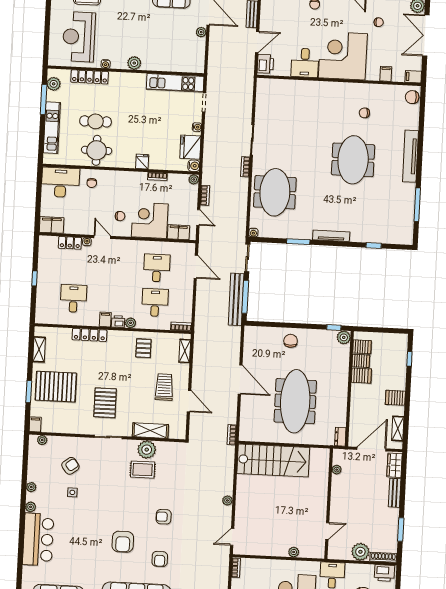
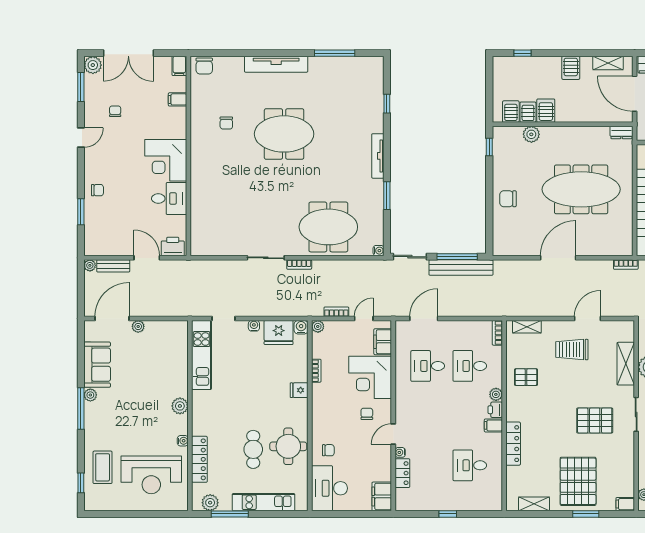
corner desk: (343, 56) -> (166, 160), width x0.74, depth x0.74
plant: (344, 337) -> (531, 134), moved

